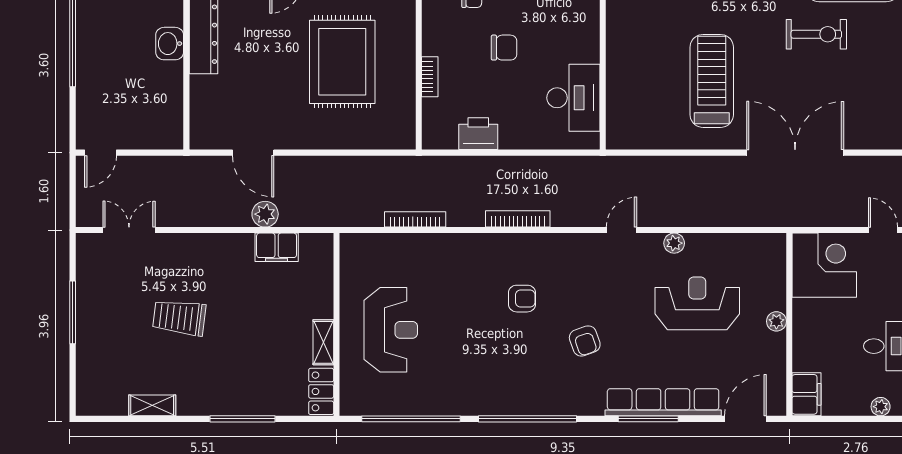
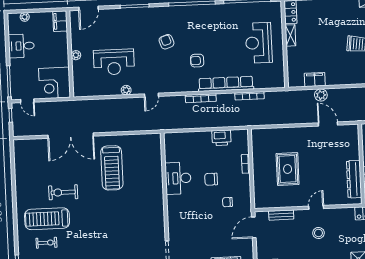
rug: (342, 62) -> (288, 169), width x0.73, depth x0.69
desk: (573, 98) -> (178, 178), moved
row of seats: (663, 402) -> (226, 84), moved, turned 180

